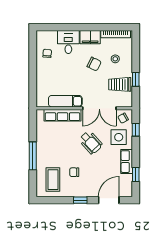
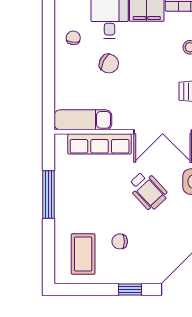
chair: (94, 64) -> (109, 64), moved
exam couch: (65, 101) -> (83, 120), moved
window: (33, 156) -> (49, 194), moved

